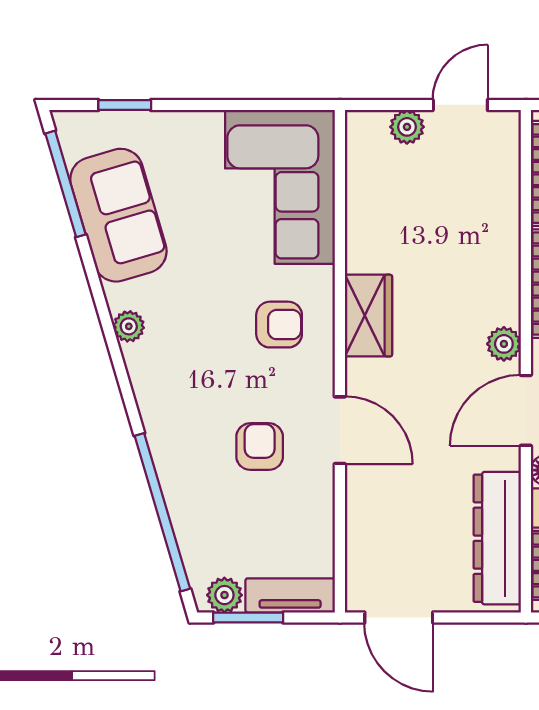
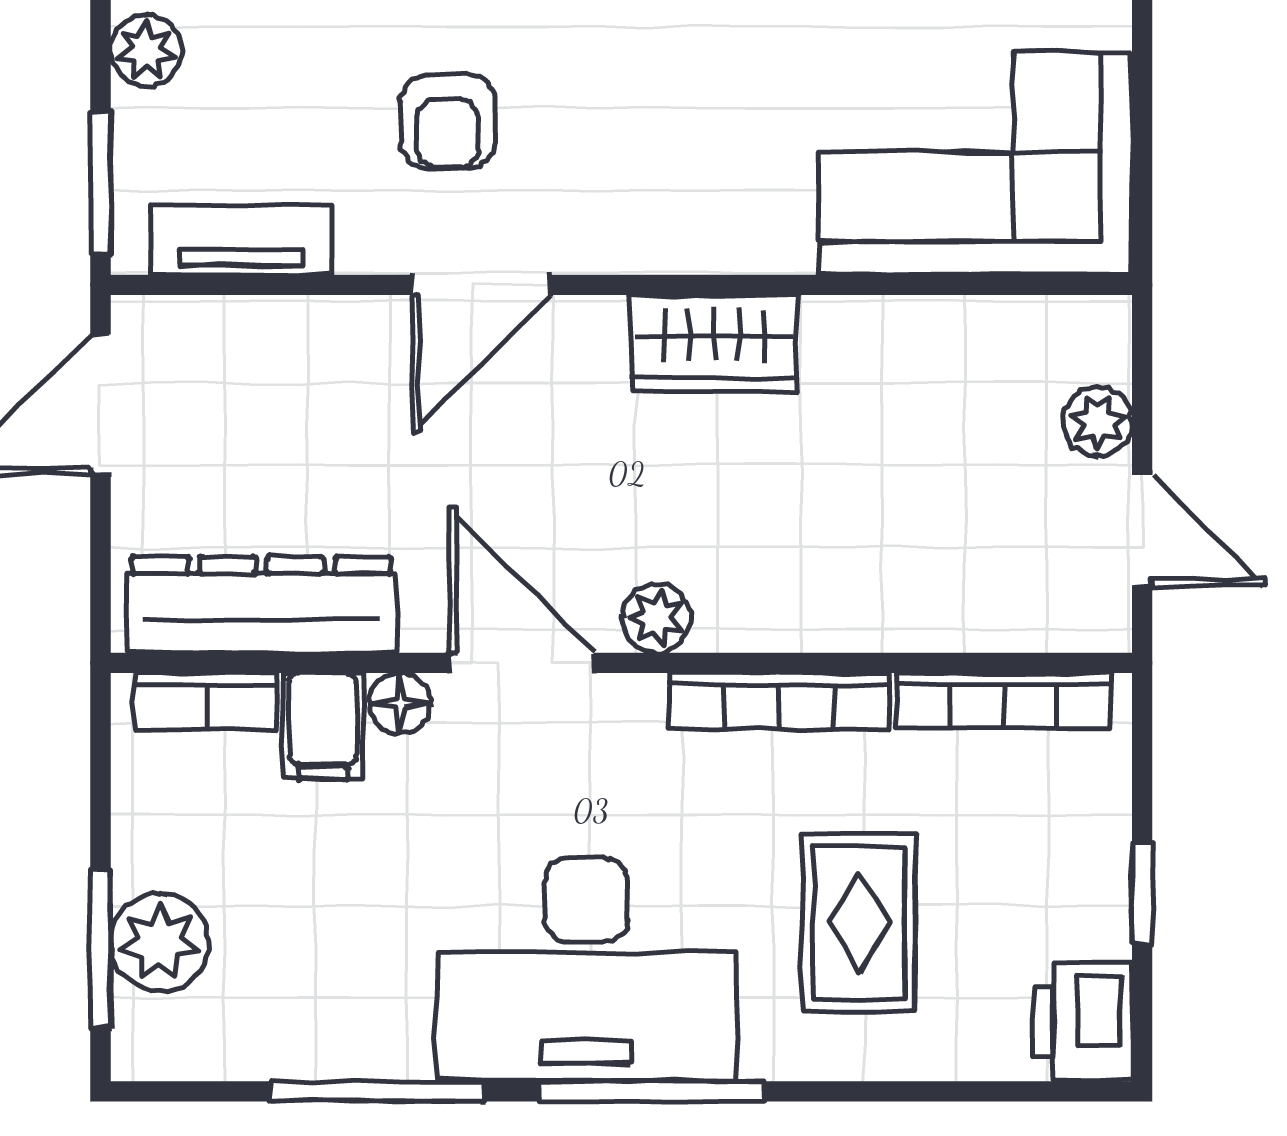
armchair: (279, 325) -> (696, 161), removed
armchair: (260, 447) -> (448, 122), turned 90
tv unit: (290, 595) -> (241, 240), moved, turned -90
window: (248, 617) -> (100, 183), moved

